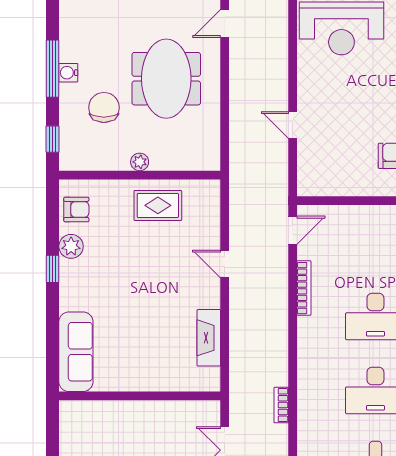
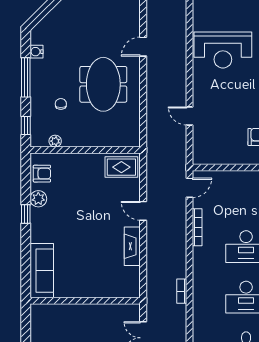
water cooler: (68, 73) -> (36, 52), moved
chair: (104, 107) -> (61, 104), width x0.54, depth x0.54
plant: (140, 162) -> (55, 141), moved
rug: (158, 205) -> (121, 167), moved
fireplace: (209, 338) -> (132, 246), moved
bookcase: (281, 405) -> (182, 291), moved

